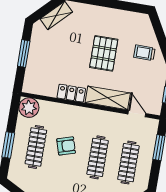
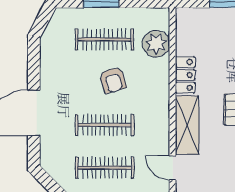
plant: (29, 108) -> (156, 44), moved
door: (137, 114) -> (173, 168), swing flipped

